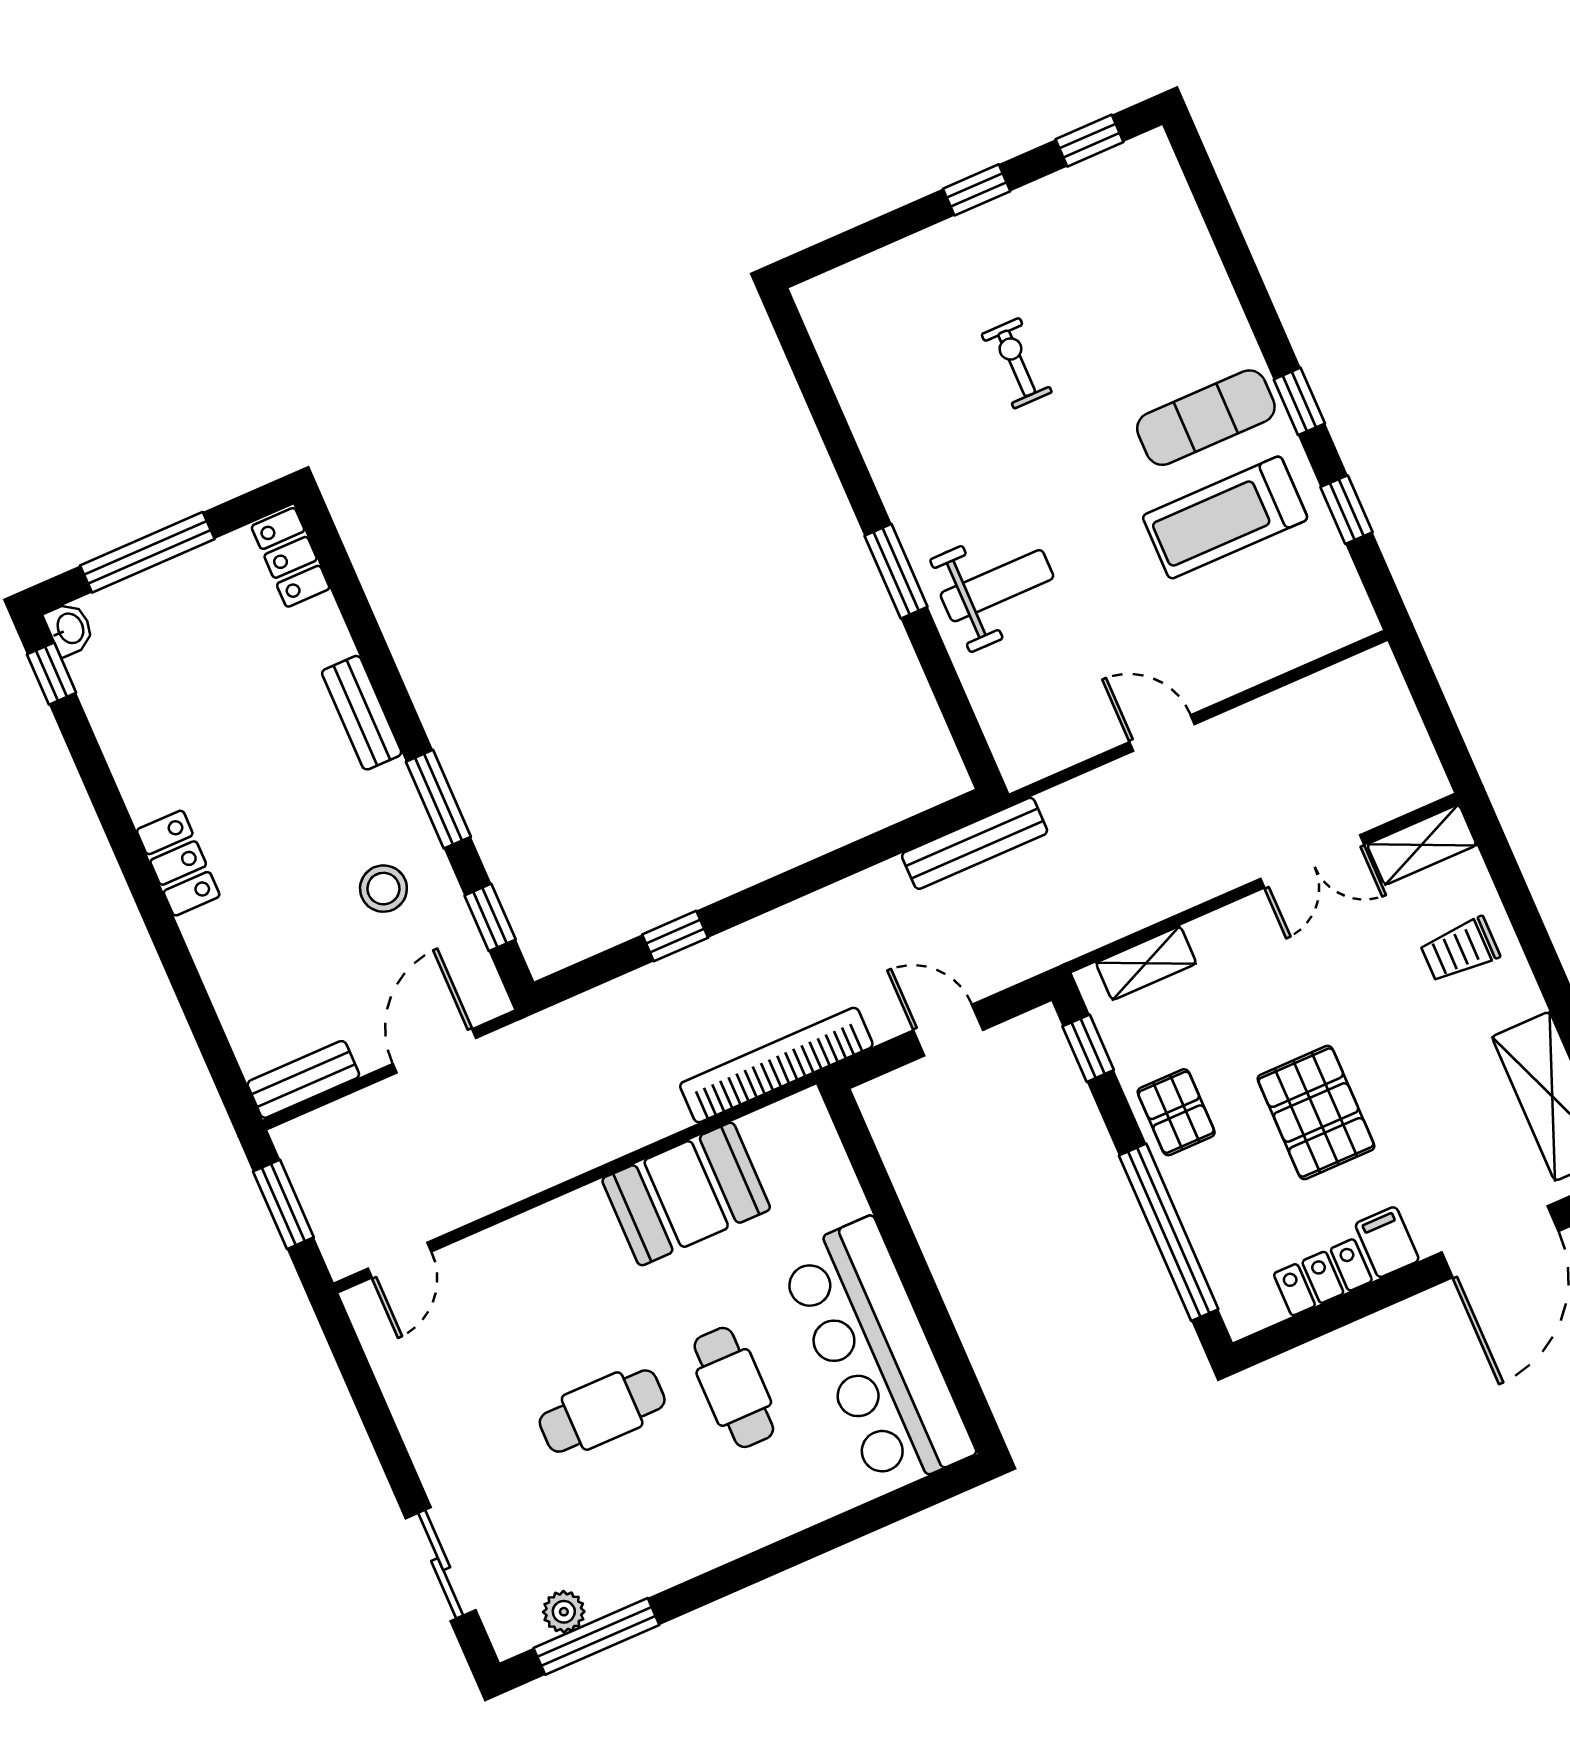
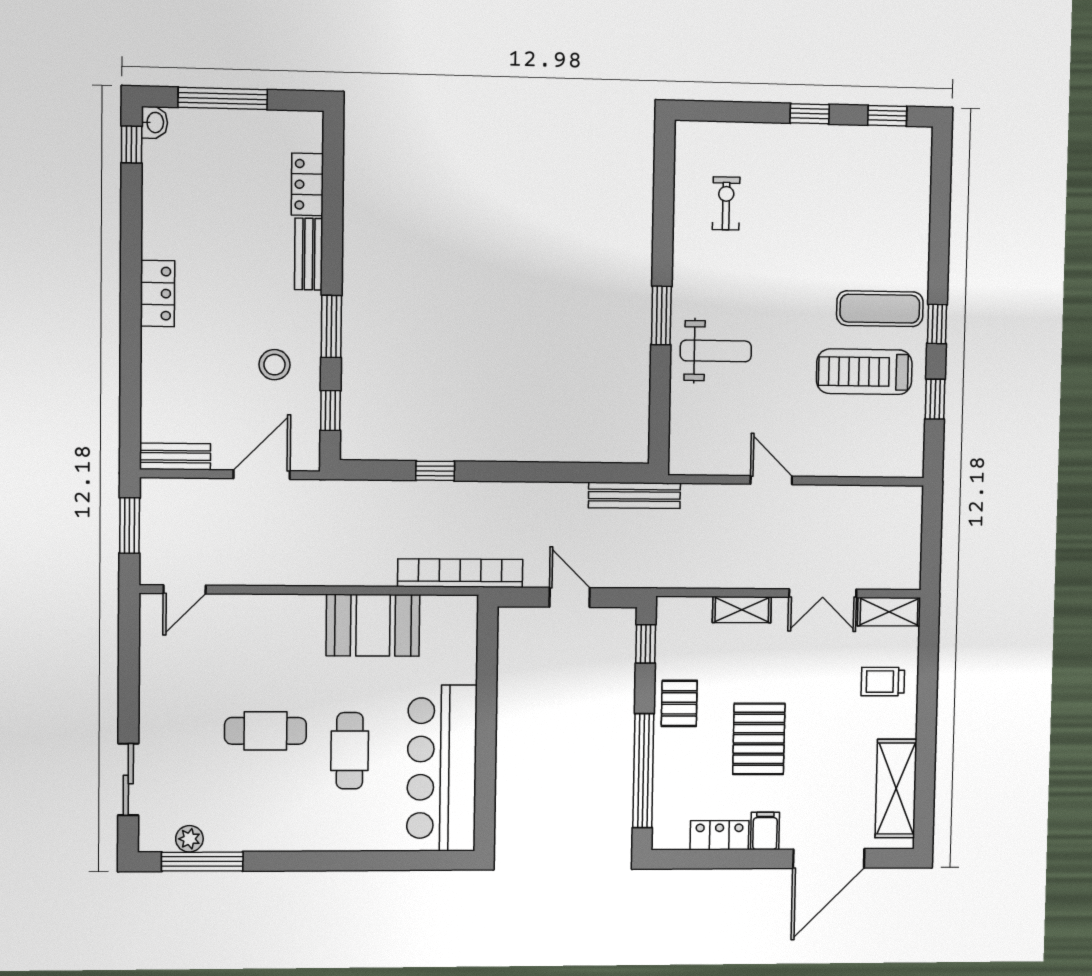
exercise bike: (1017, 363) -> (726, 203), moved
locker: (291, 557) -> (307, 184), moved
shelving: (1146, 963) -> (742, 610), moved

